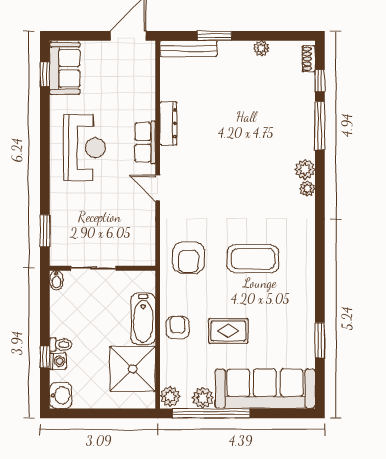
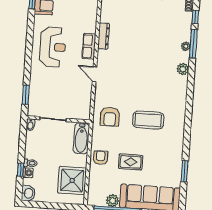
plant: (307, 189) -> (186, 46), moved
bathtub: (143, 319) -> (81, 138), moved
plant: (170, 396) -> (93, 198), removed

